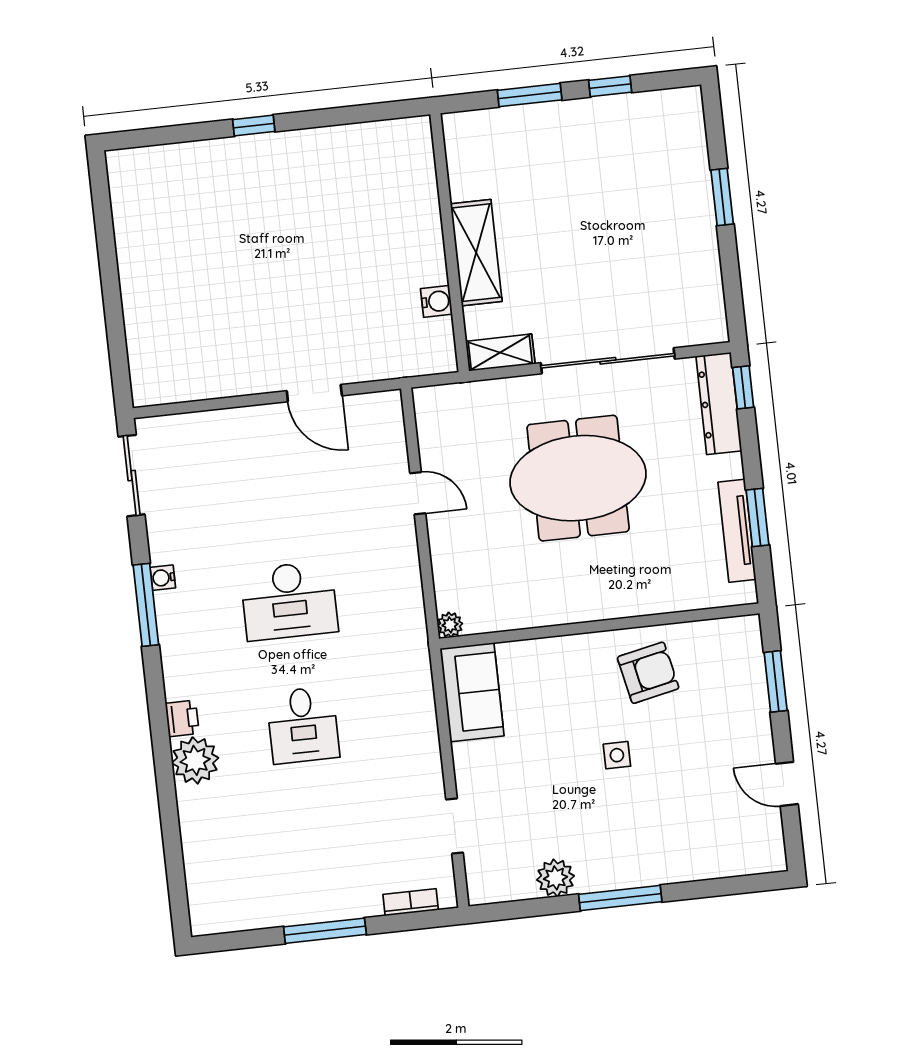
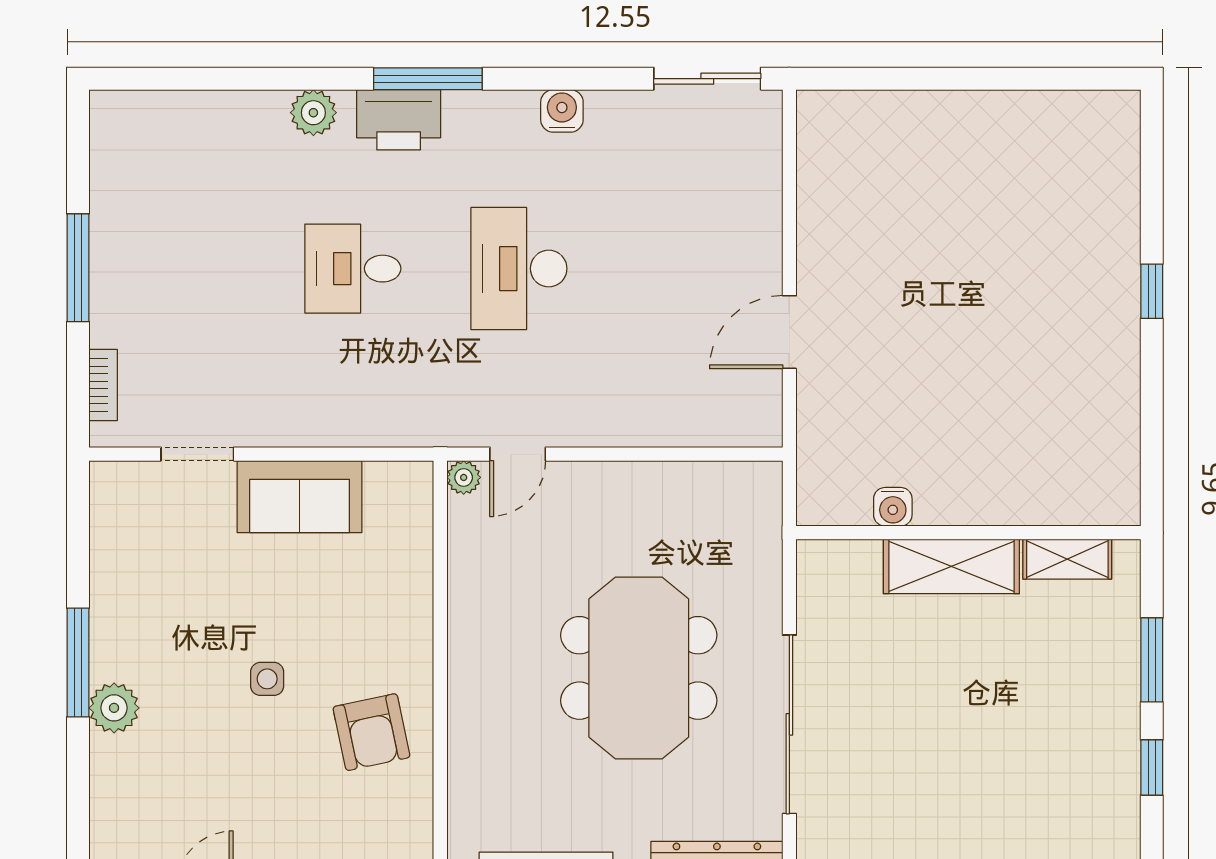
shelving: (500, 353) -> (1067, 559), moved, turned 90
door: (418, 493) -> (518, 454), moved
water cooler: (163, 578) -> (562, 111), width x1.38, depth x1.38
window: (146, 605) -> (428, 79), moved
sofa: (472, 692) -> (300, 497), moved
printer: (182, 718) -> (399, 120), width x1.87, depth x1.48
plant: (195, 760) -> (313, 113), width x0.73, depth x0.73
plant: (556, 878) -> (114, 708), moved

